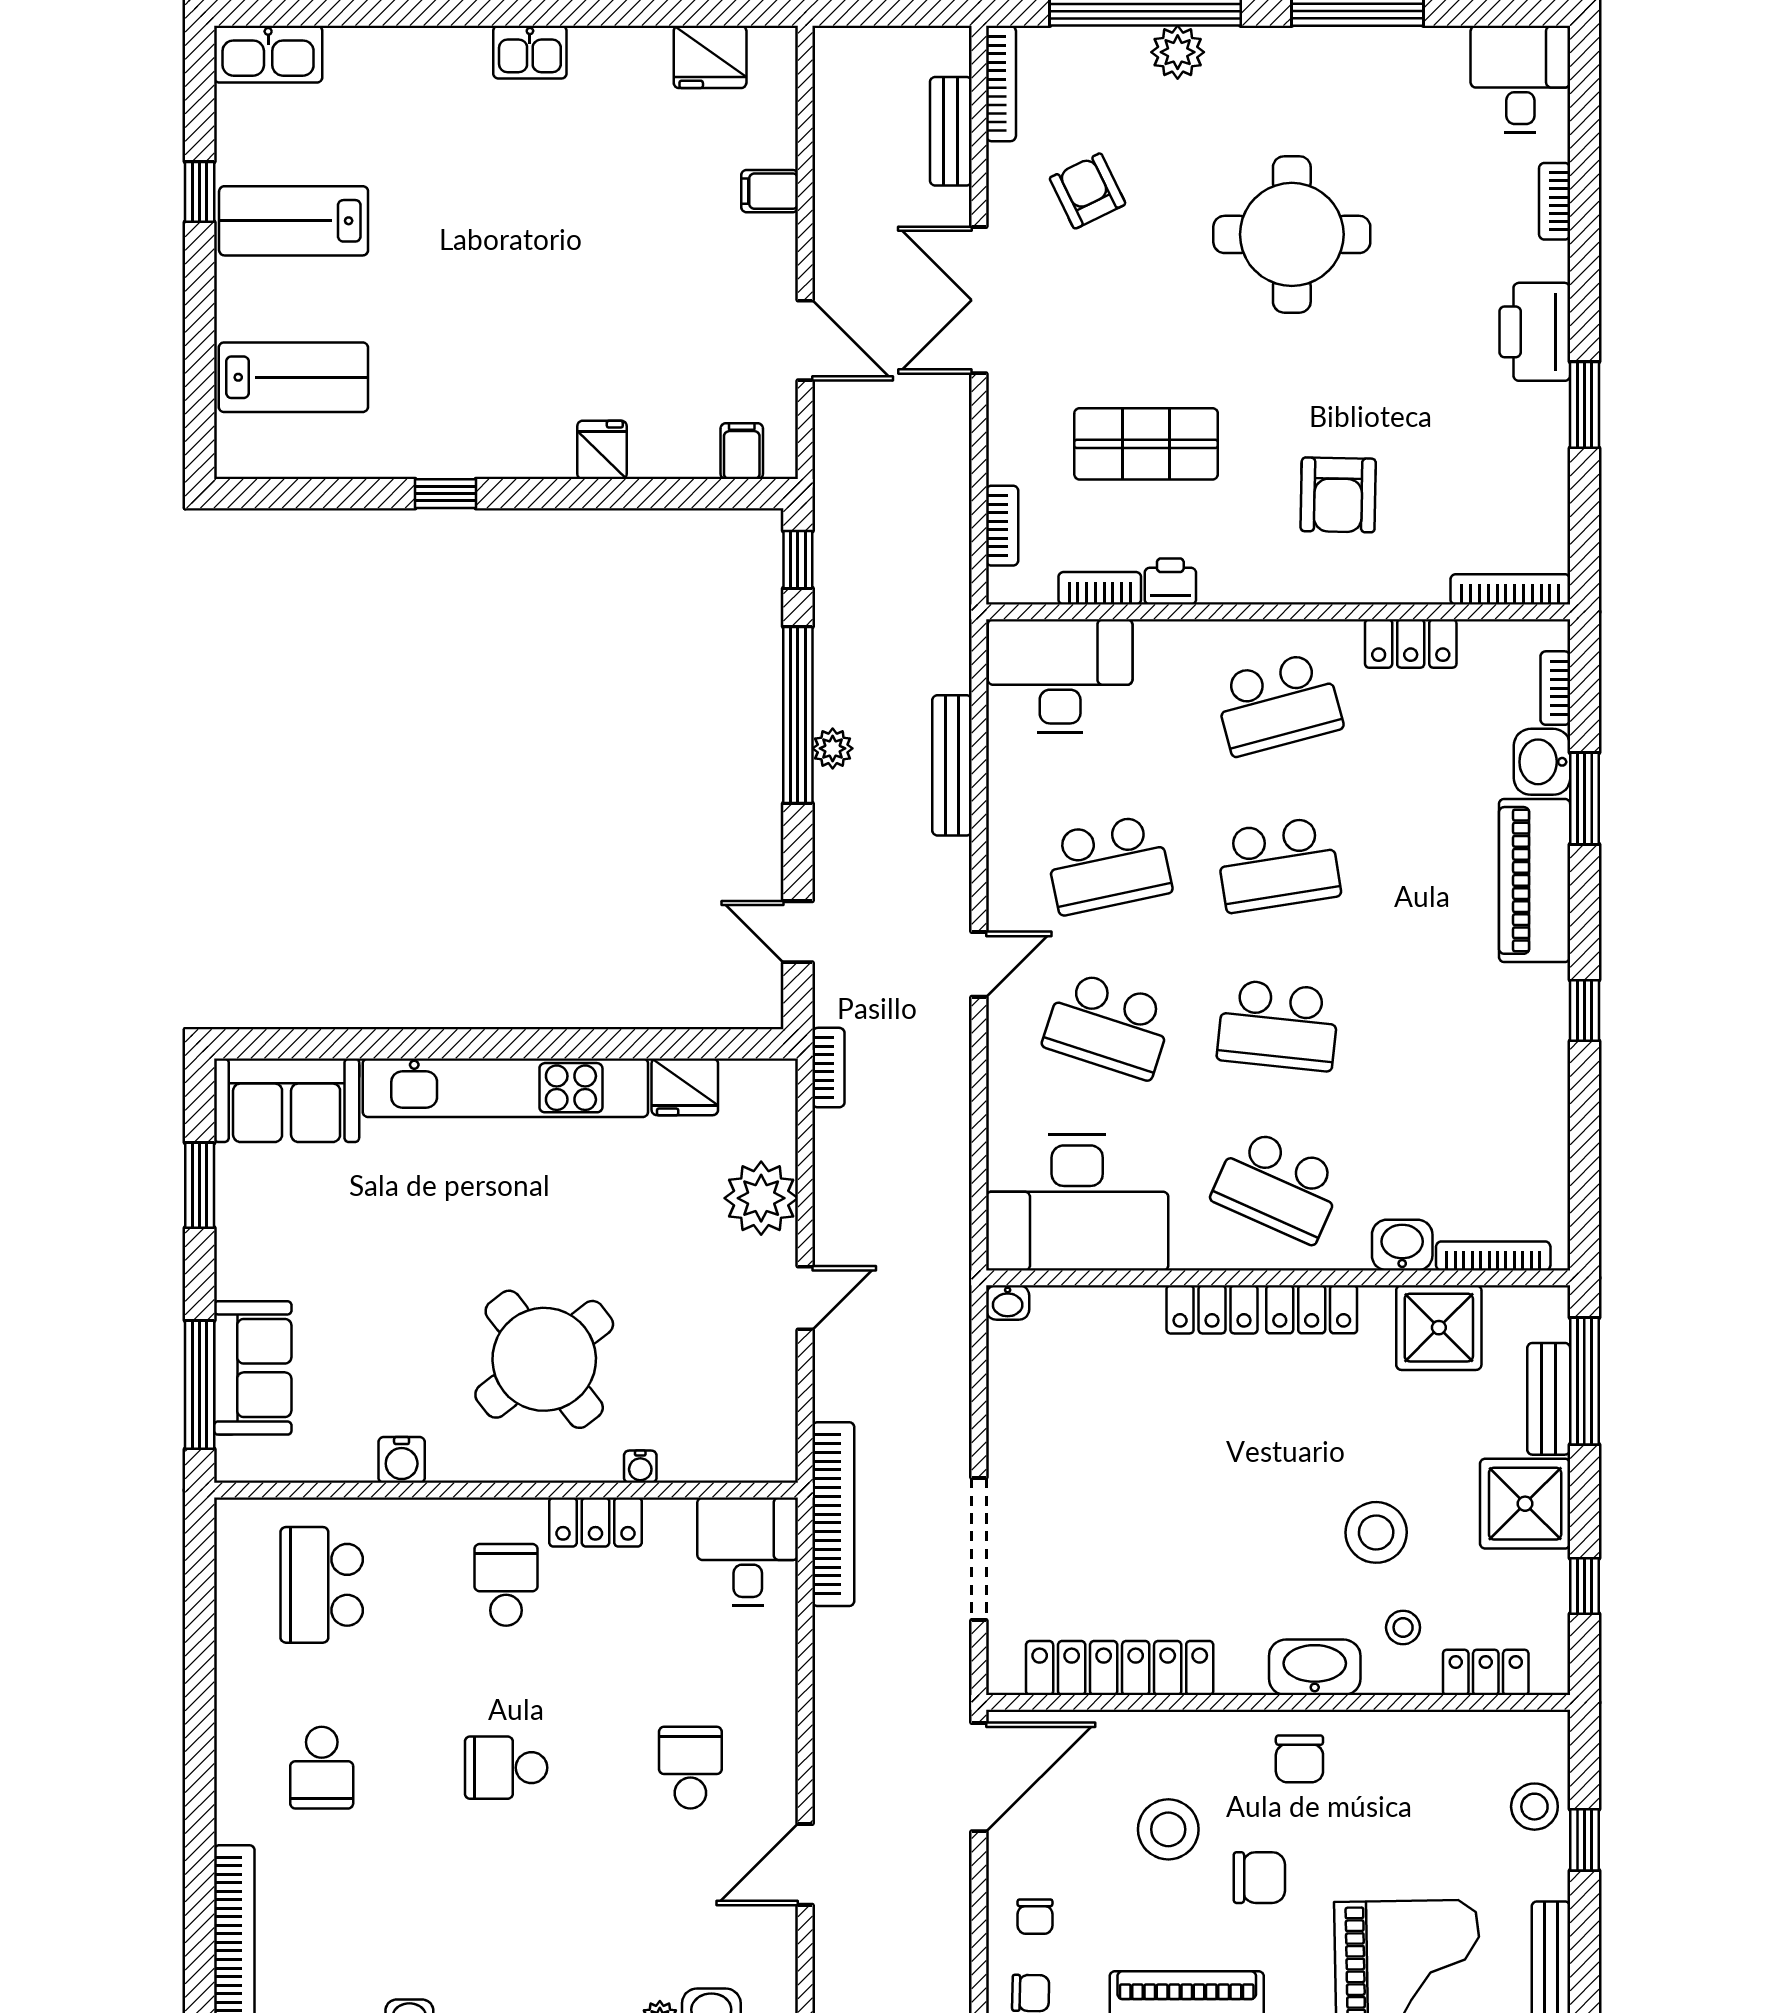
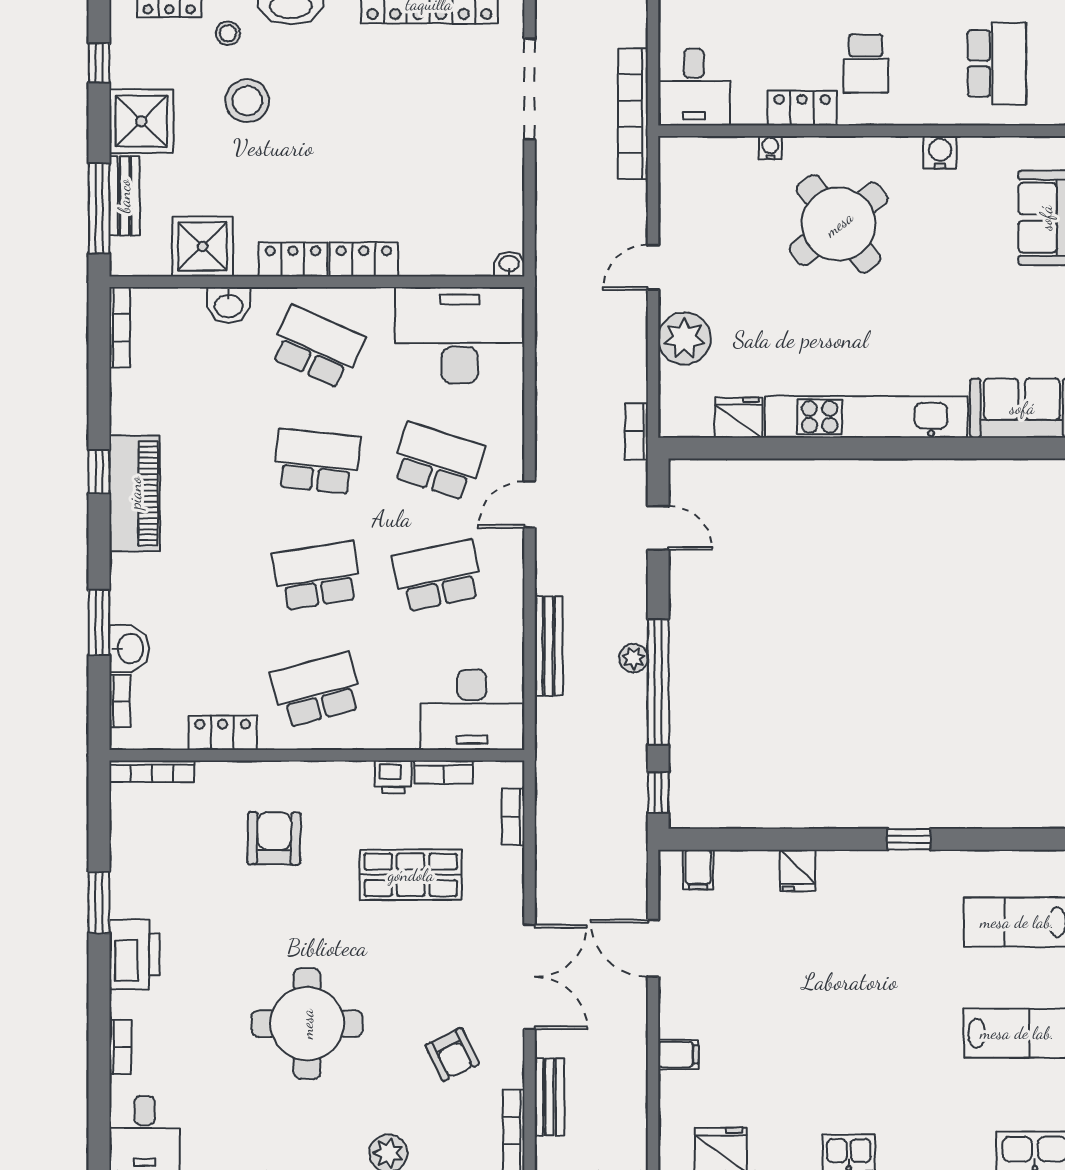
piano: (1535, 880) -> (135, 493), moved
bookcase: (1493, 1256) -> (120, 327), moved, turned -90

